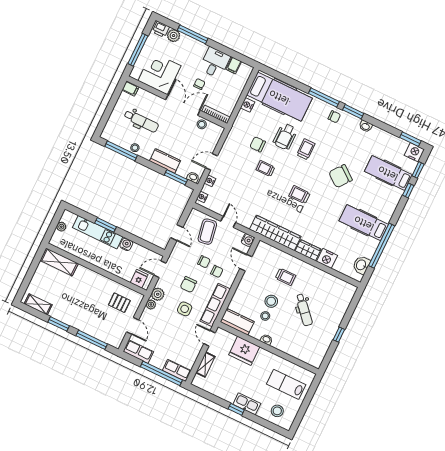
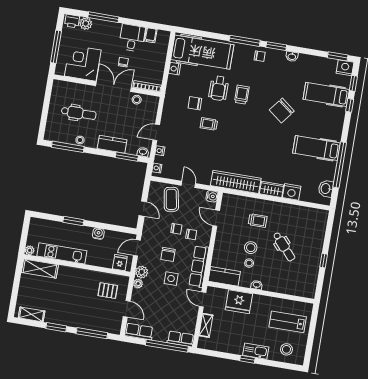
filing cabinet: (130, 88) -> (59, 85), removed
trolley: (299, 195) -> (248, 139), removed
plant: (61, 227) -> (30, 250), moved
kitchen unit: (98, 232) -> (62, 253), moved, turned 180

